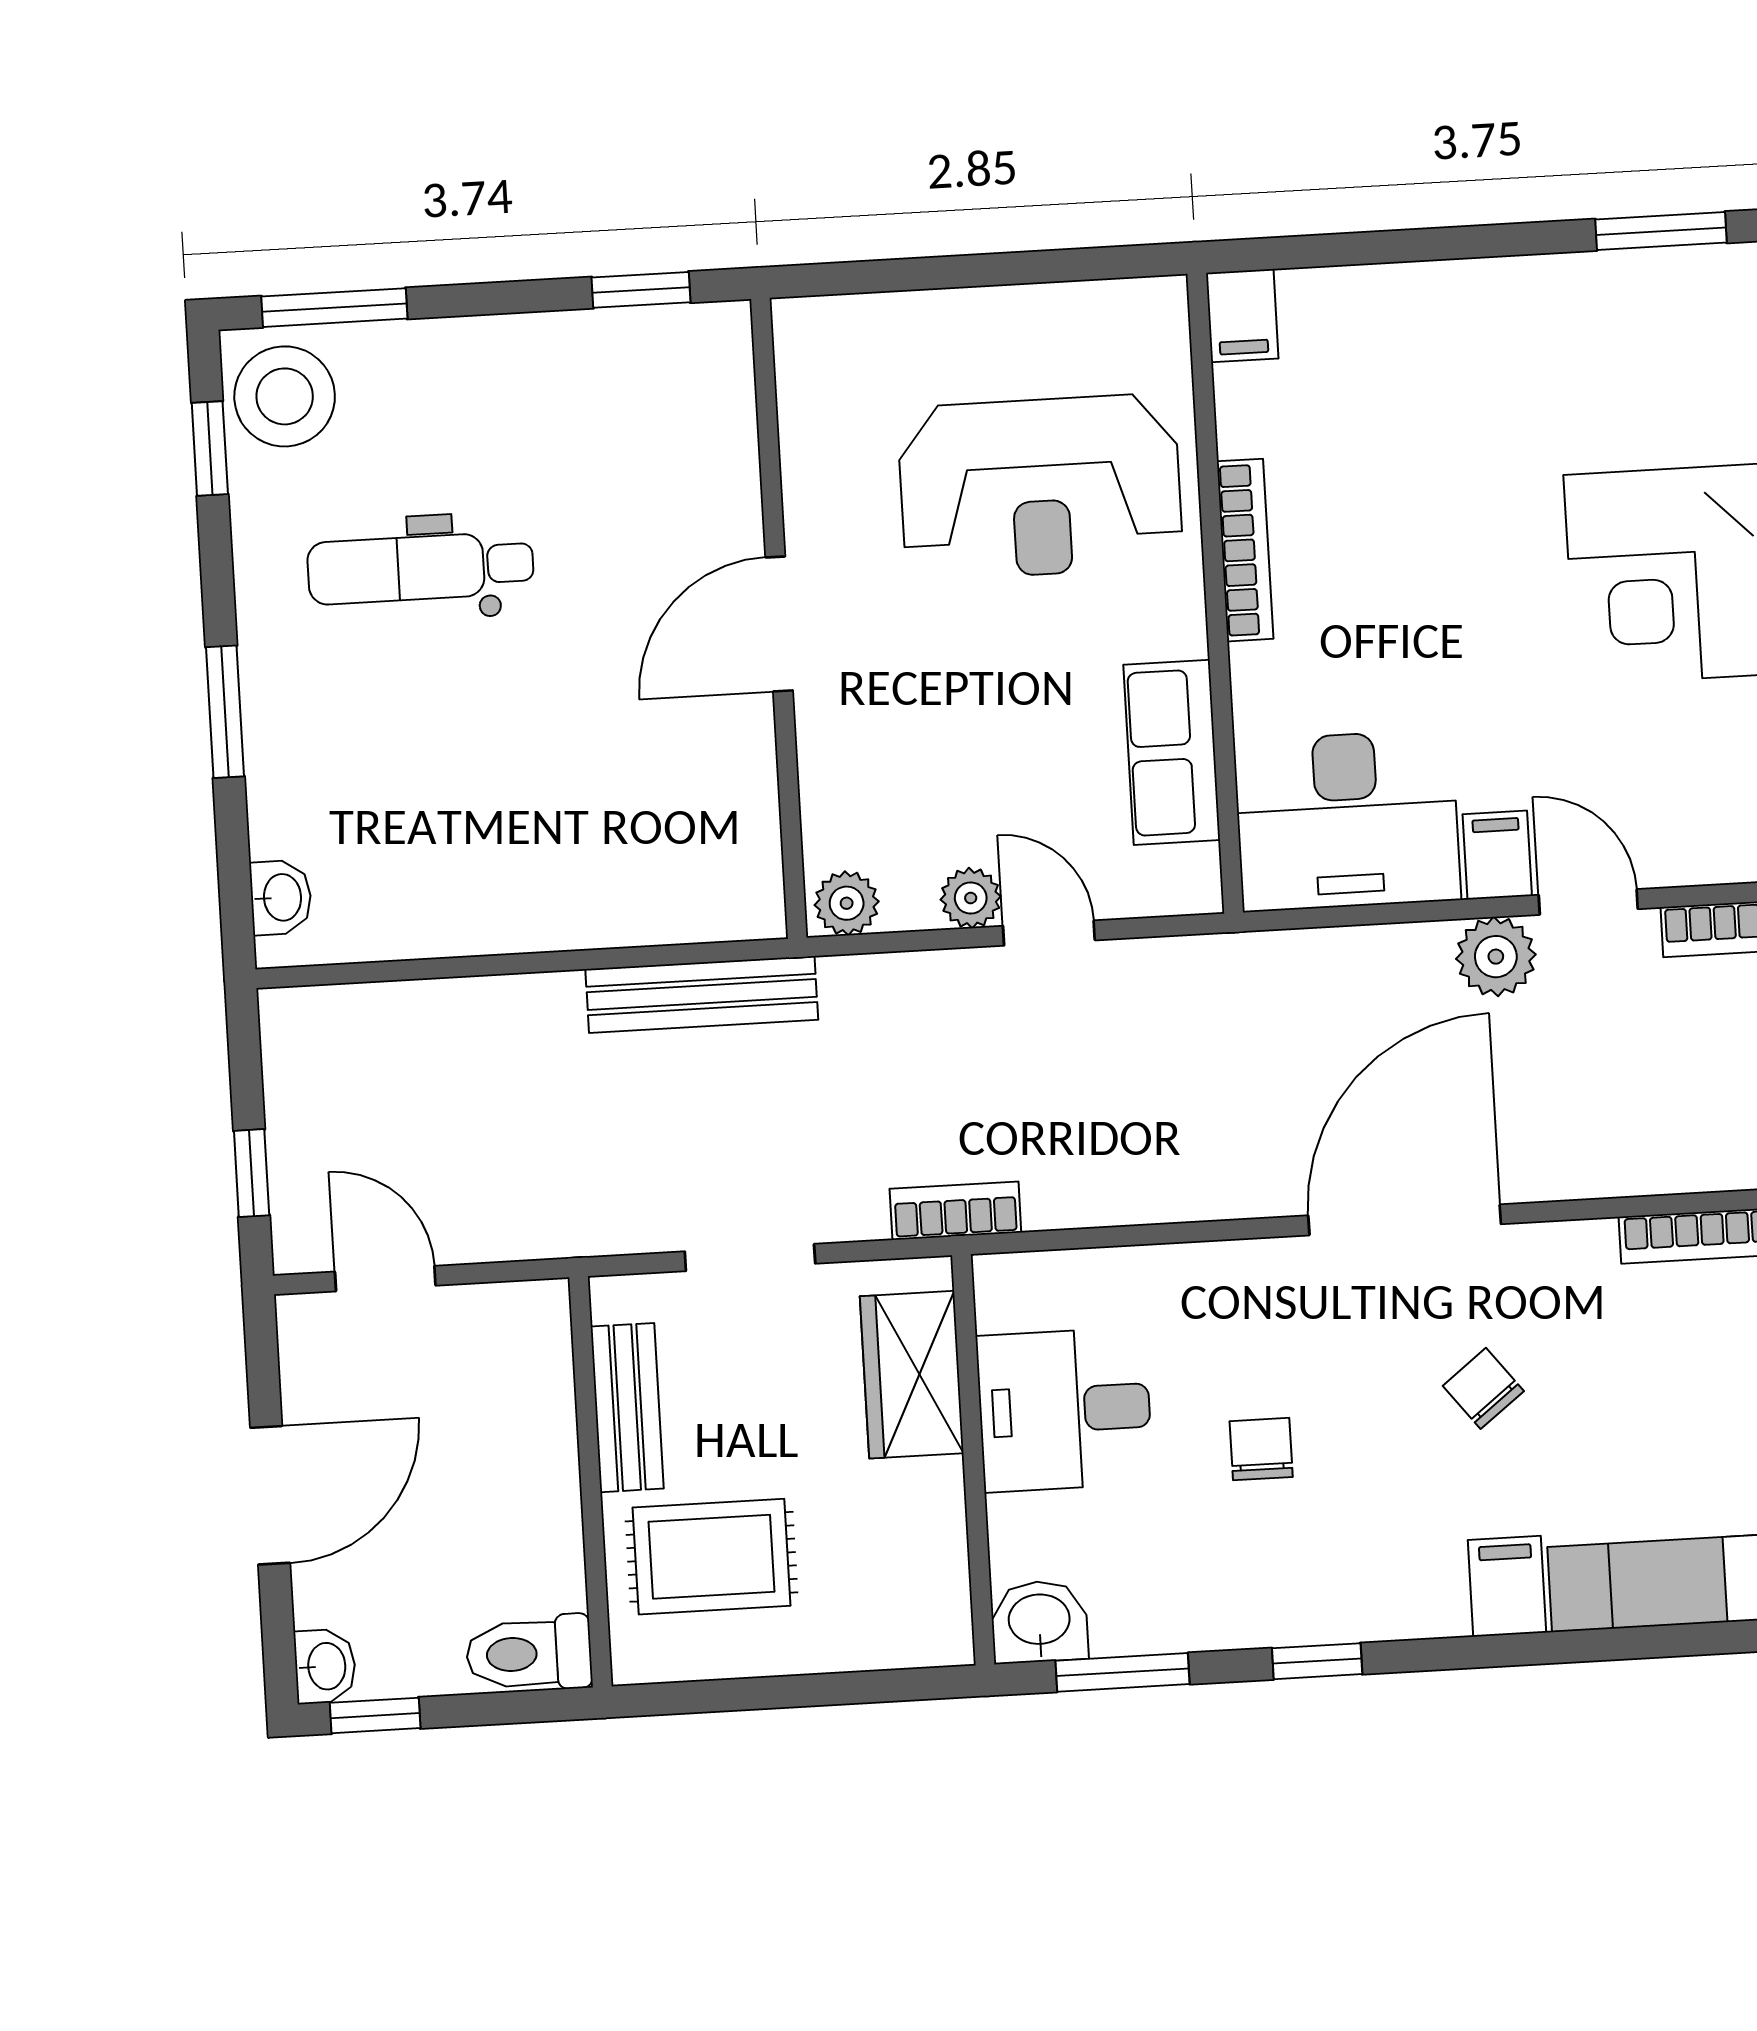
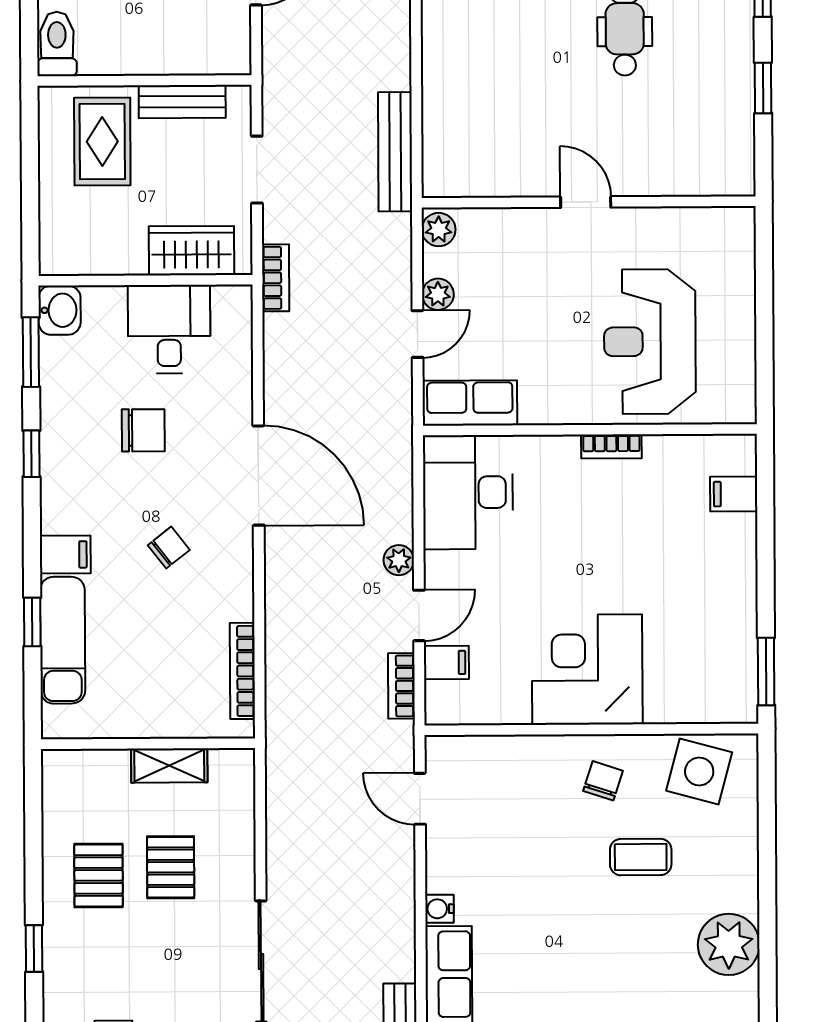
window: (641, 290) -> (763, 88), moved
filing cabinet: (1242, 316) -> (734, 494), moved
bookcase: (1245, 550) -> (611, 446), width x0.64
door: (779, 624) -> (586, 202), width x0.73
row of seats: (1172, 752) -> (470, 403), moved
filing cabinet: (1497, 855) -> (446, 662), moved
plant: (1496, 957) -> (399, 560), width x0.73, depth x0.73
door: (1405, 1220) -> (258, 475), moved
chair: (1261, 1449) -> (143, 430), width x1.37, depth x1.37
window: (1640, 1643) -> (32, 622), added

